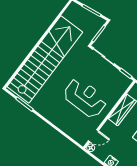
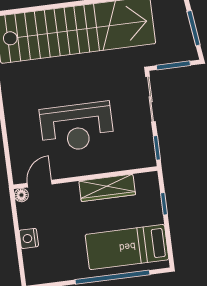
reception desk: (85, 98) -> (77, 127), turned 90
door: (93, 136) -> (40, 184), swing flipped

